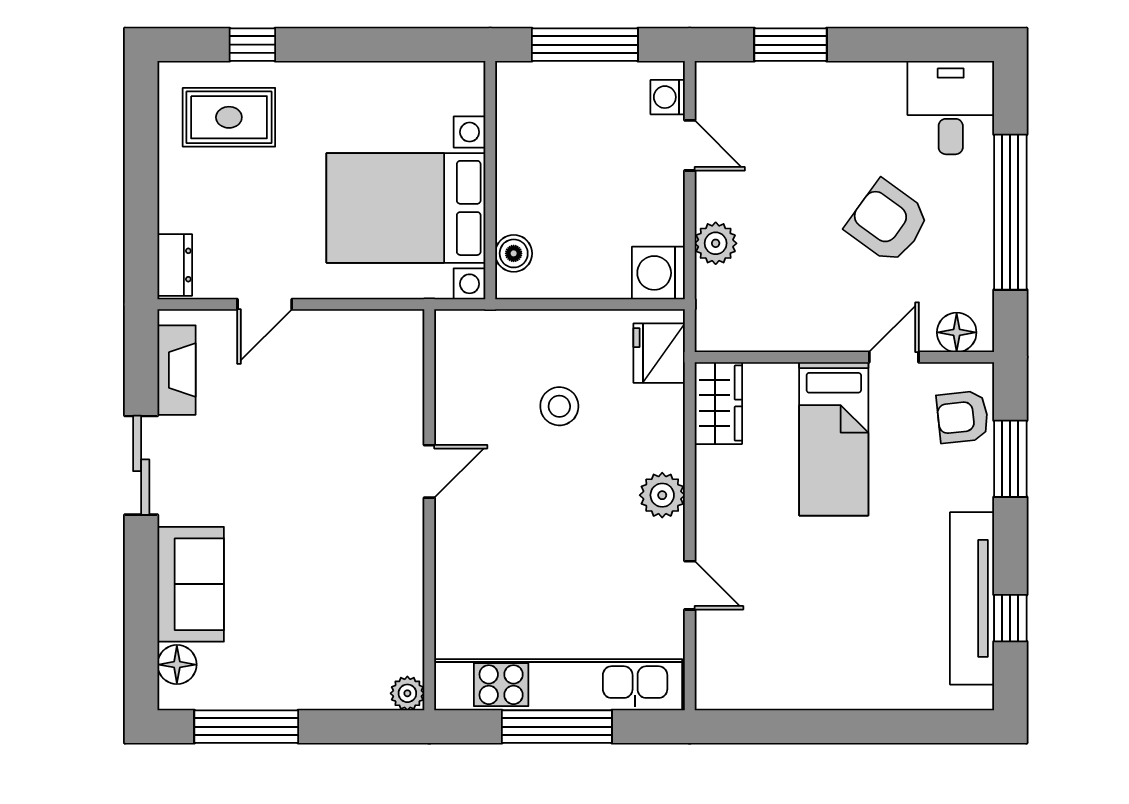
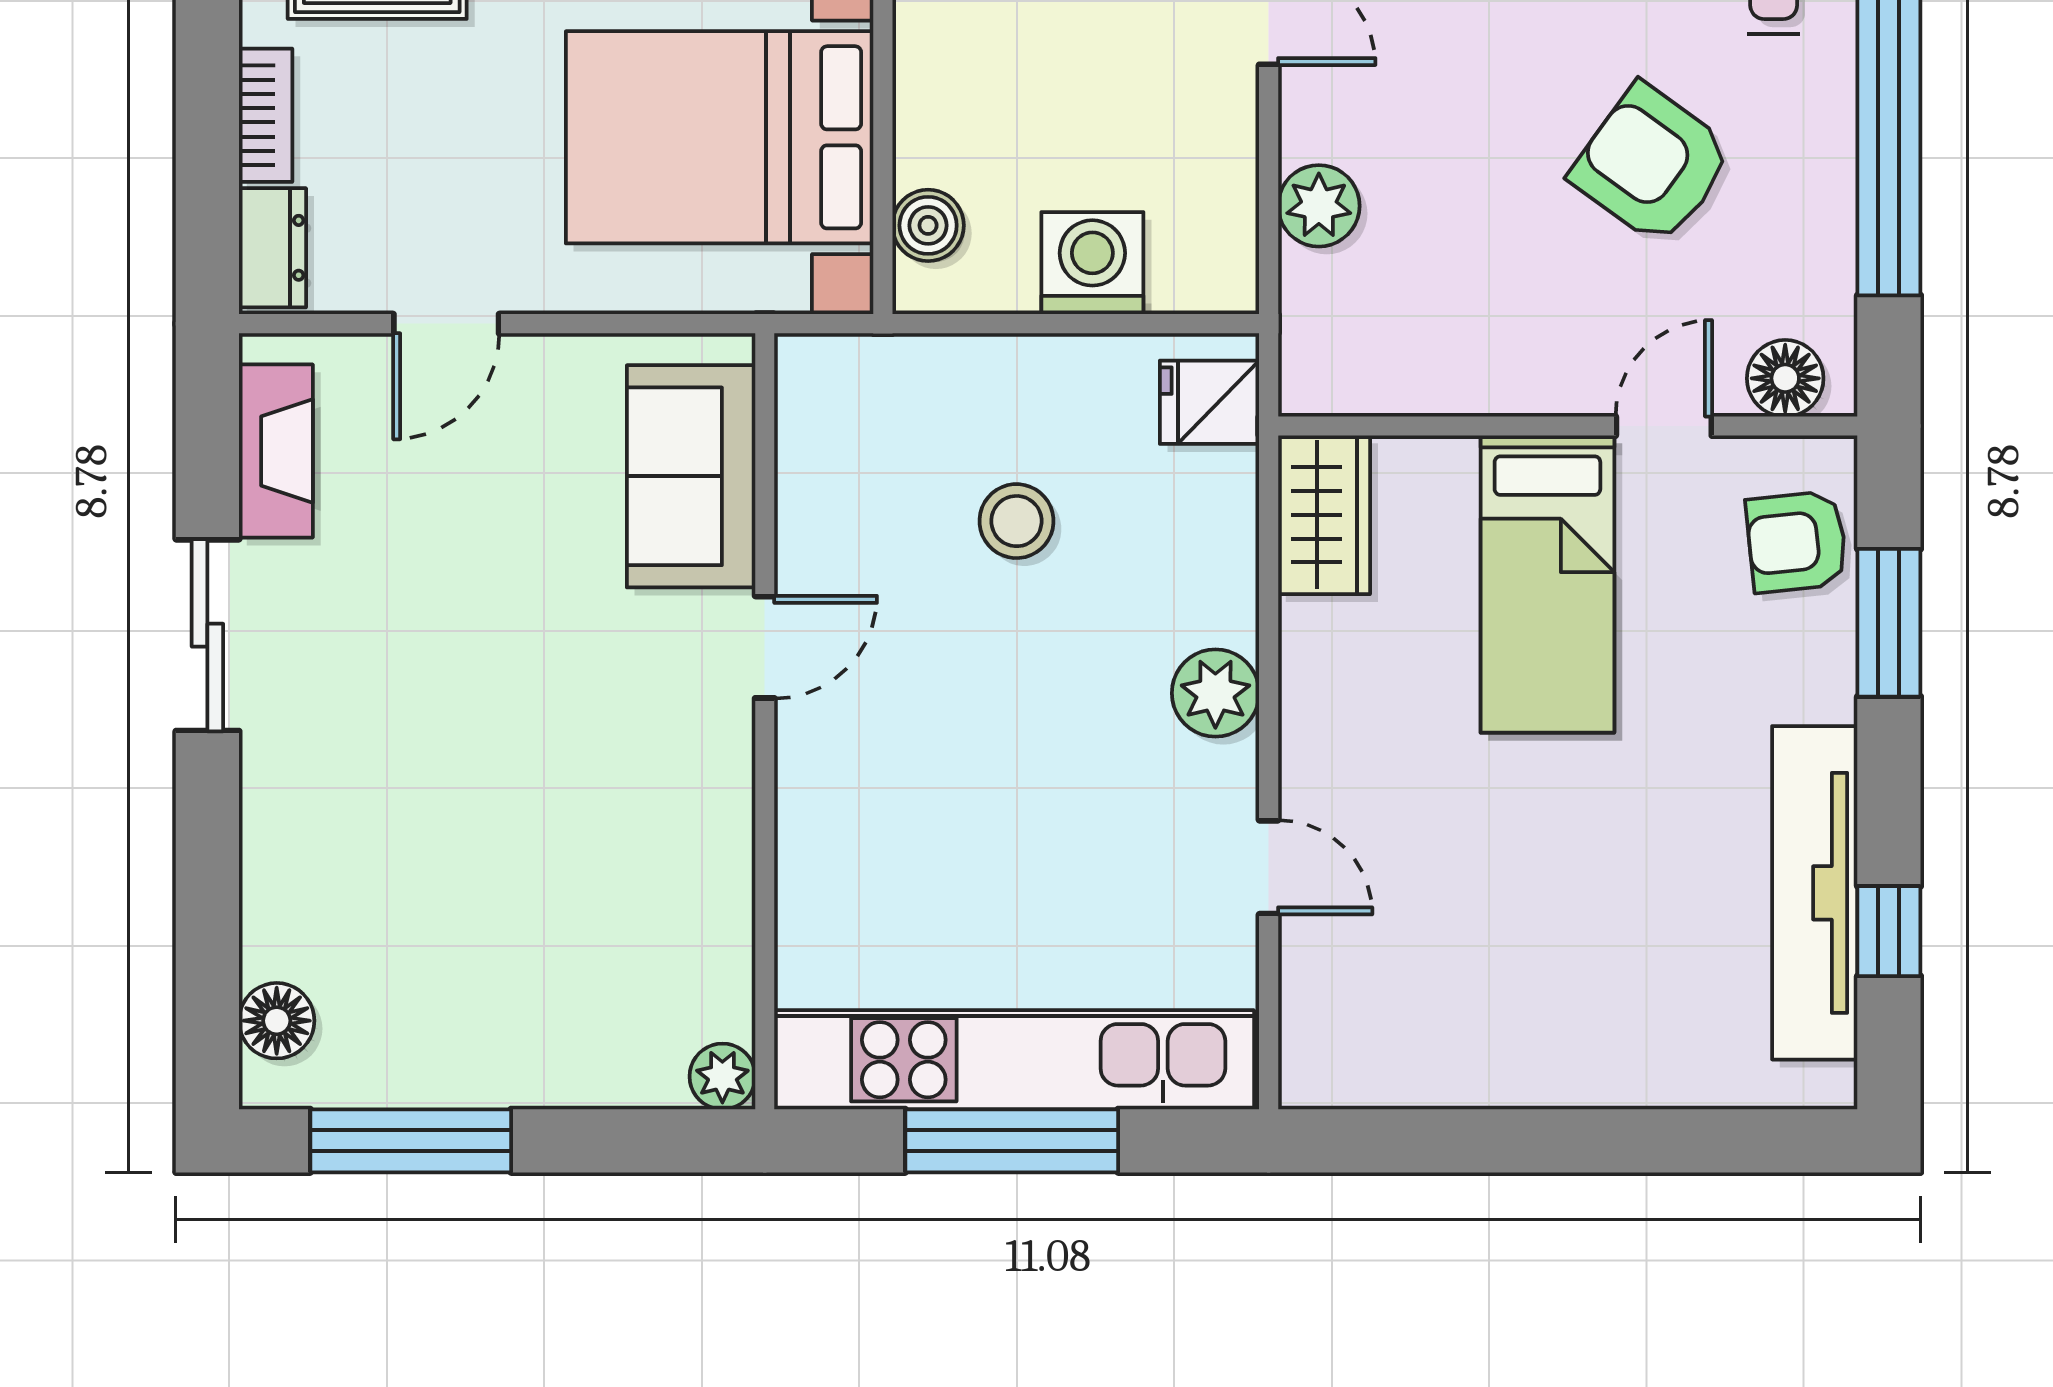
bookcase: (171, 196) -> (266, 115), added
washing machine: (658, 273) -> (1092, 263), moved, turned 90
fridge: (659, 353) -> (1209, 402), width x0.72
sofa: (191, 584) -> (691, 476), moved, turned 180

